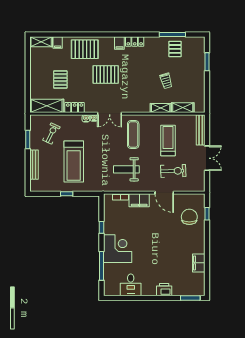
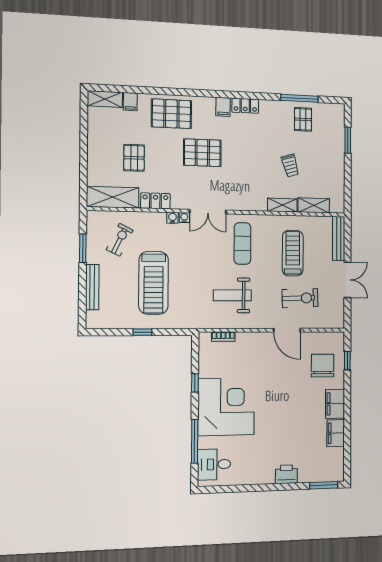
filing cabinet: (139, 200) -> (335, 404), moved, turned 90
corner desk: (118, 249) -> (226, 407), width x1.36, depth x1.36
desk: (131, 285) -> (214, 464), moved, turned 90

